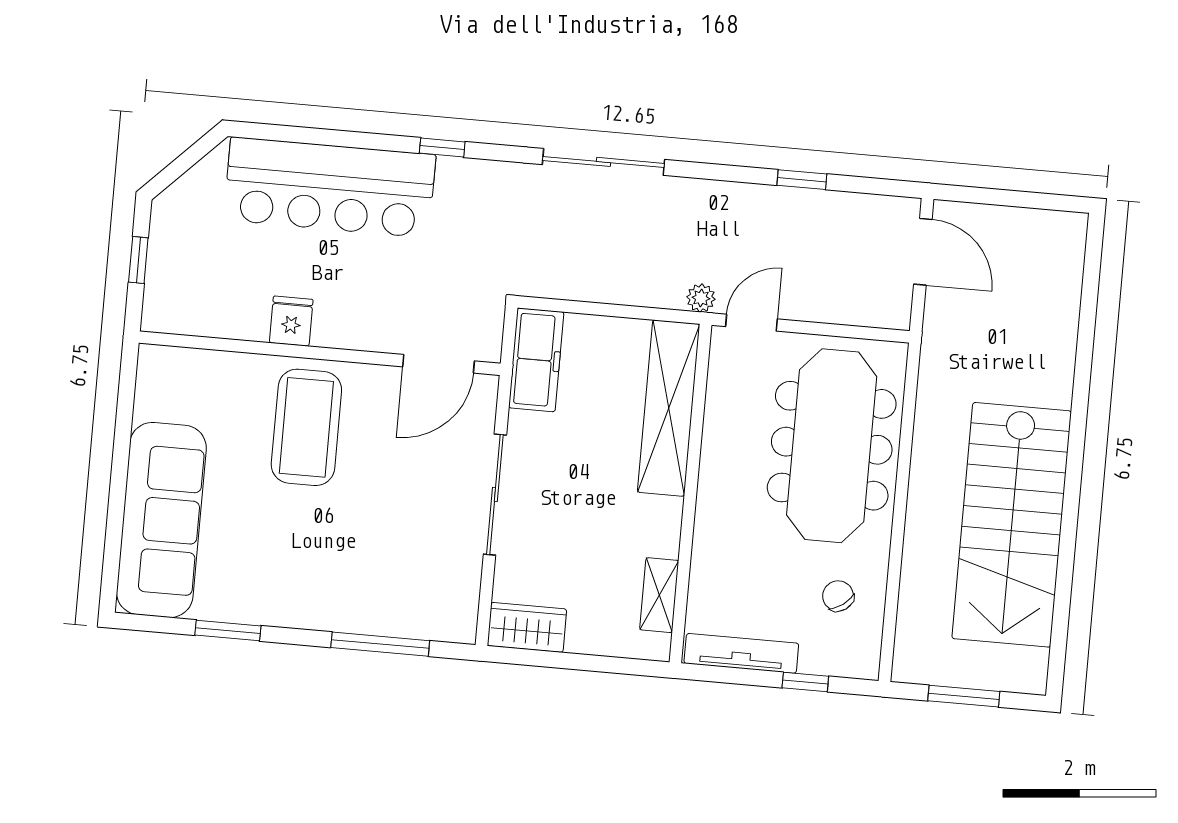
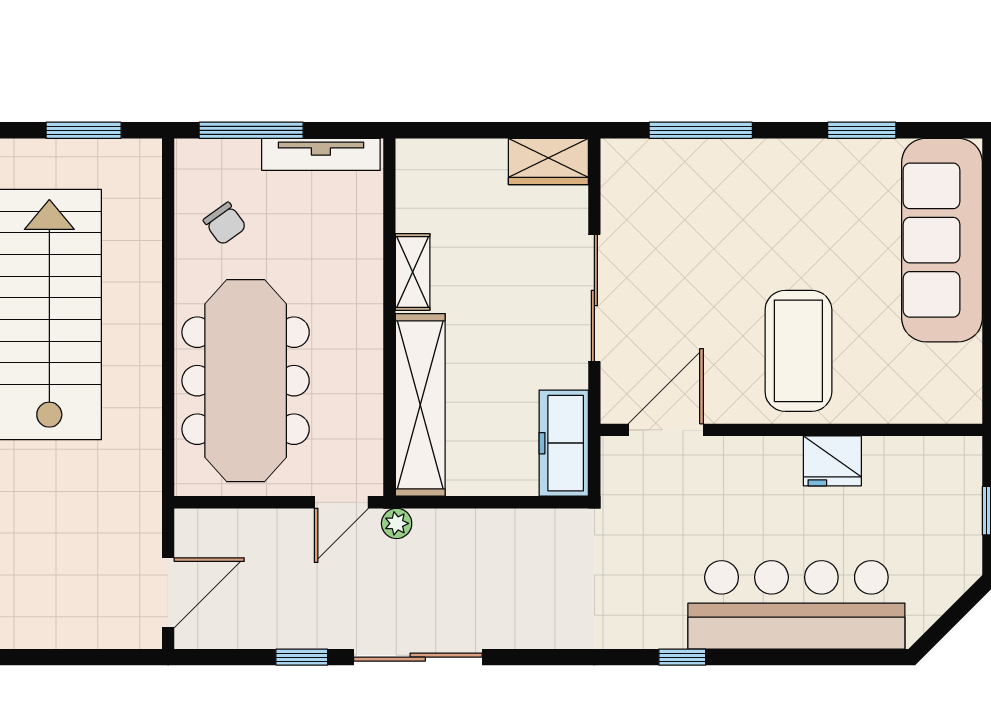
sliding door: (603, 162) -> (418, 657), moved
door: (923, 252) -> (168, 593), swing flipped
fridge: (291, 321) -> (832, 461), width x1.38
shelving: (659, 595) -> (413, 272), moved
window: (805, 682) -> (251, 130), width x2.17

